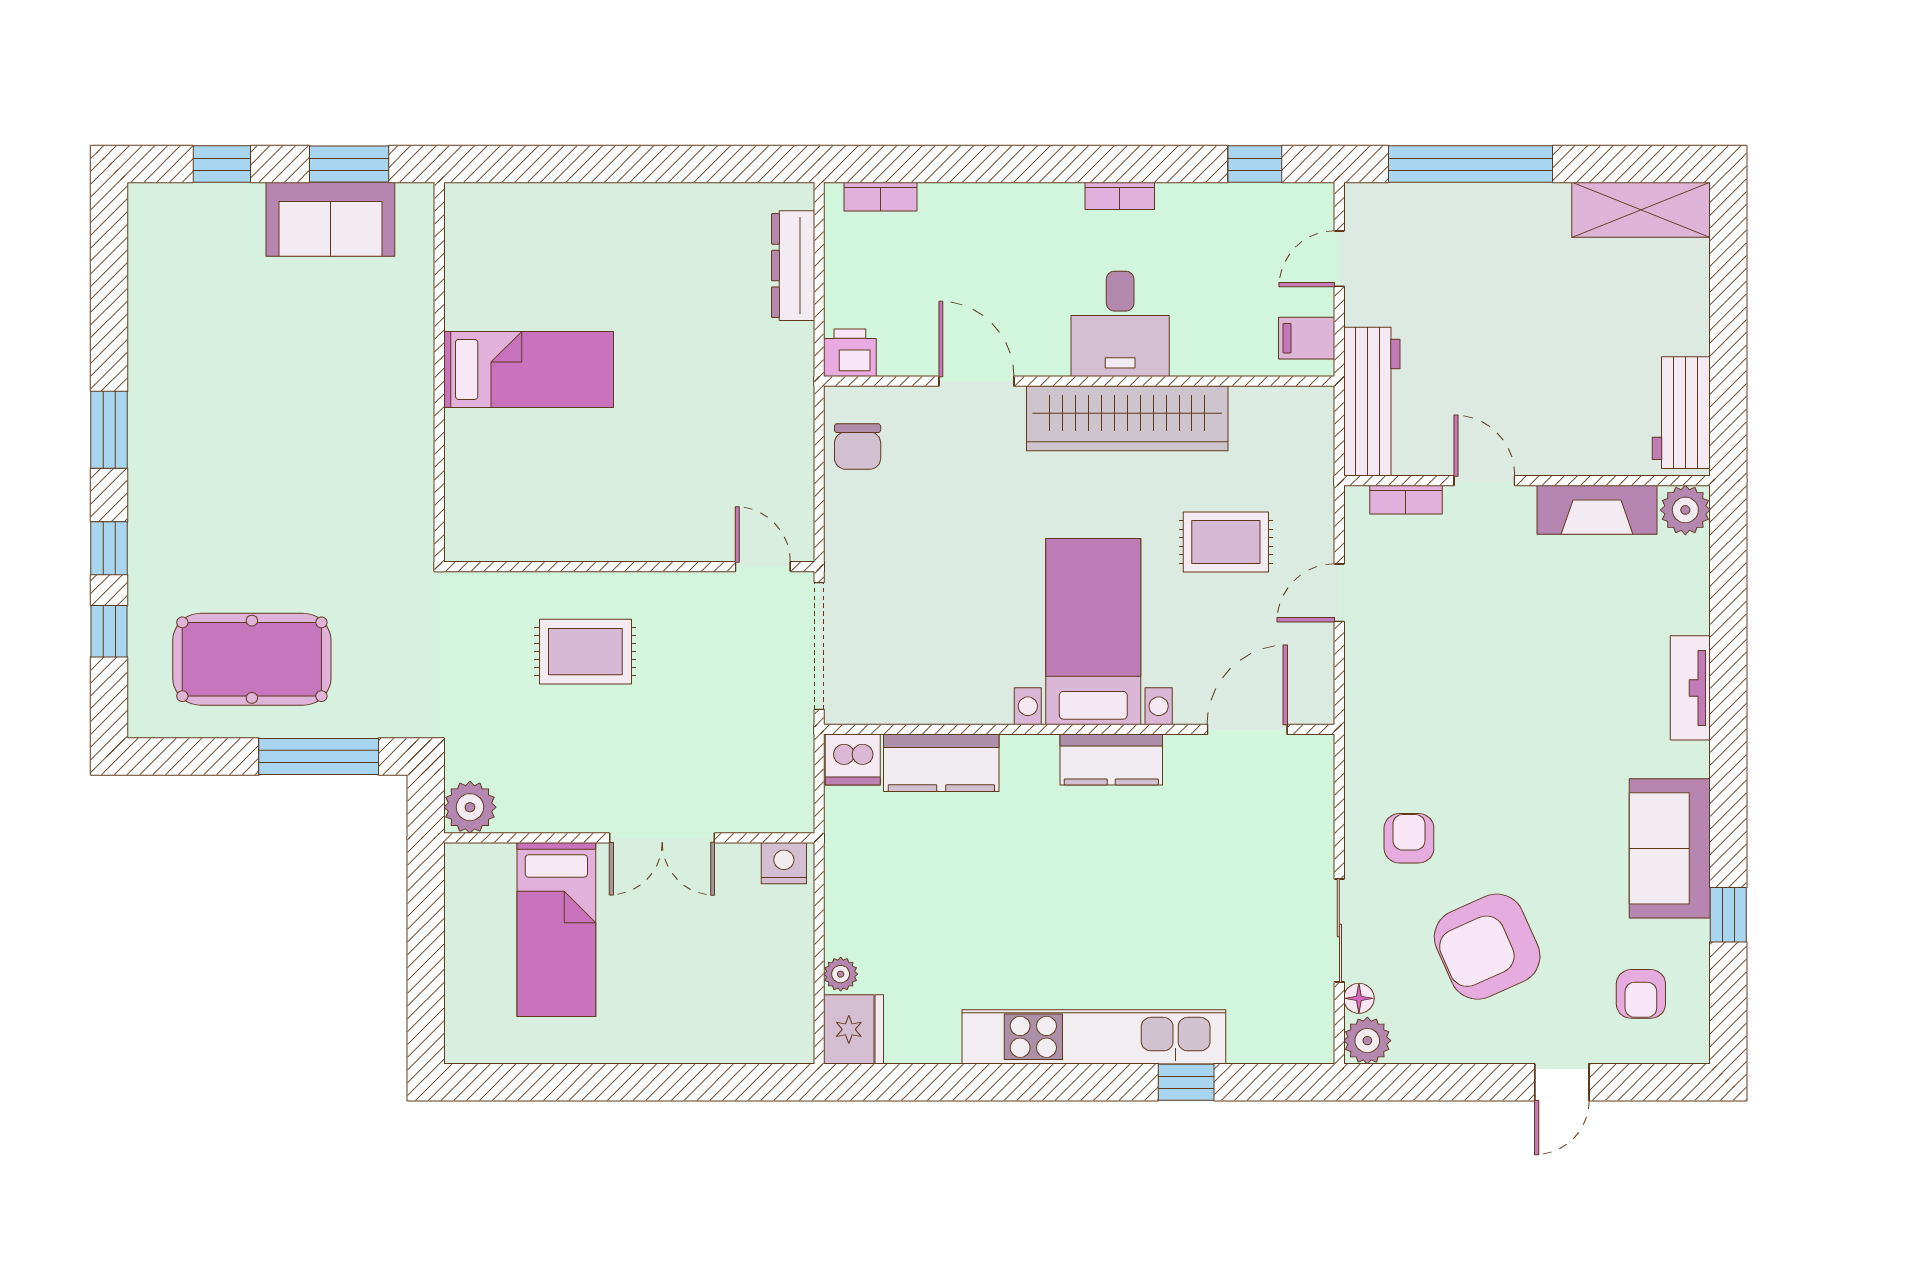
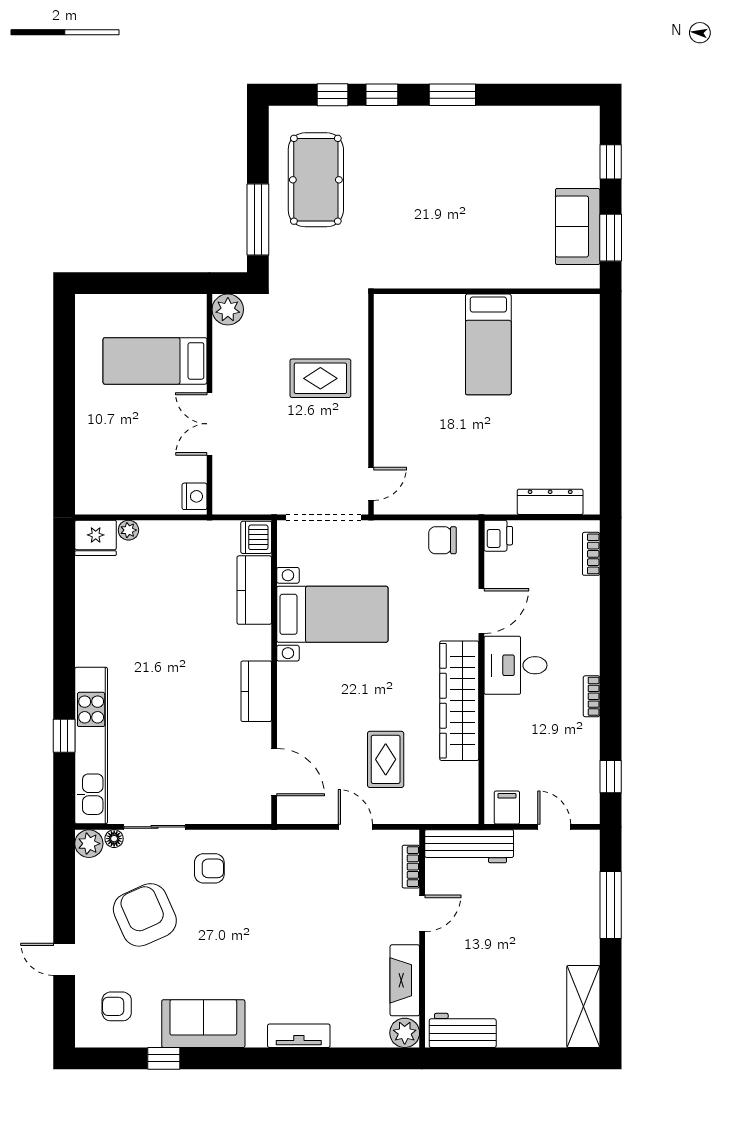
window: (1471, 164) -> (611, 905), width x0.68
desk: (1120, 324) -> (515, 665), moved
bed with nightstands: (1093, 632) -> (332, 614), moved
rug: (585, 652) -> (320, 378), turned 90
kitchen unit: (1094, 1037) -> (91, 746), moved

